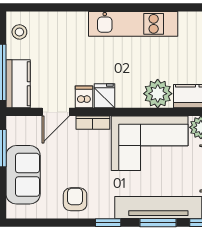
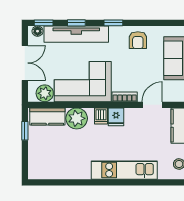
kitchen unit: (133, 24) -> (124, 170), moved
dishwasher: (84, 97) -> (101, 116), moved
window: (158, 223) -> (76, 23), width x0.67

